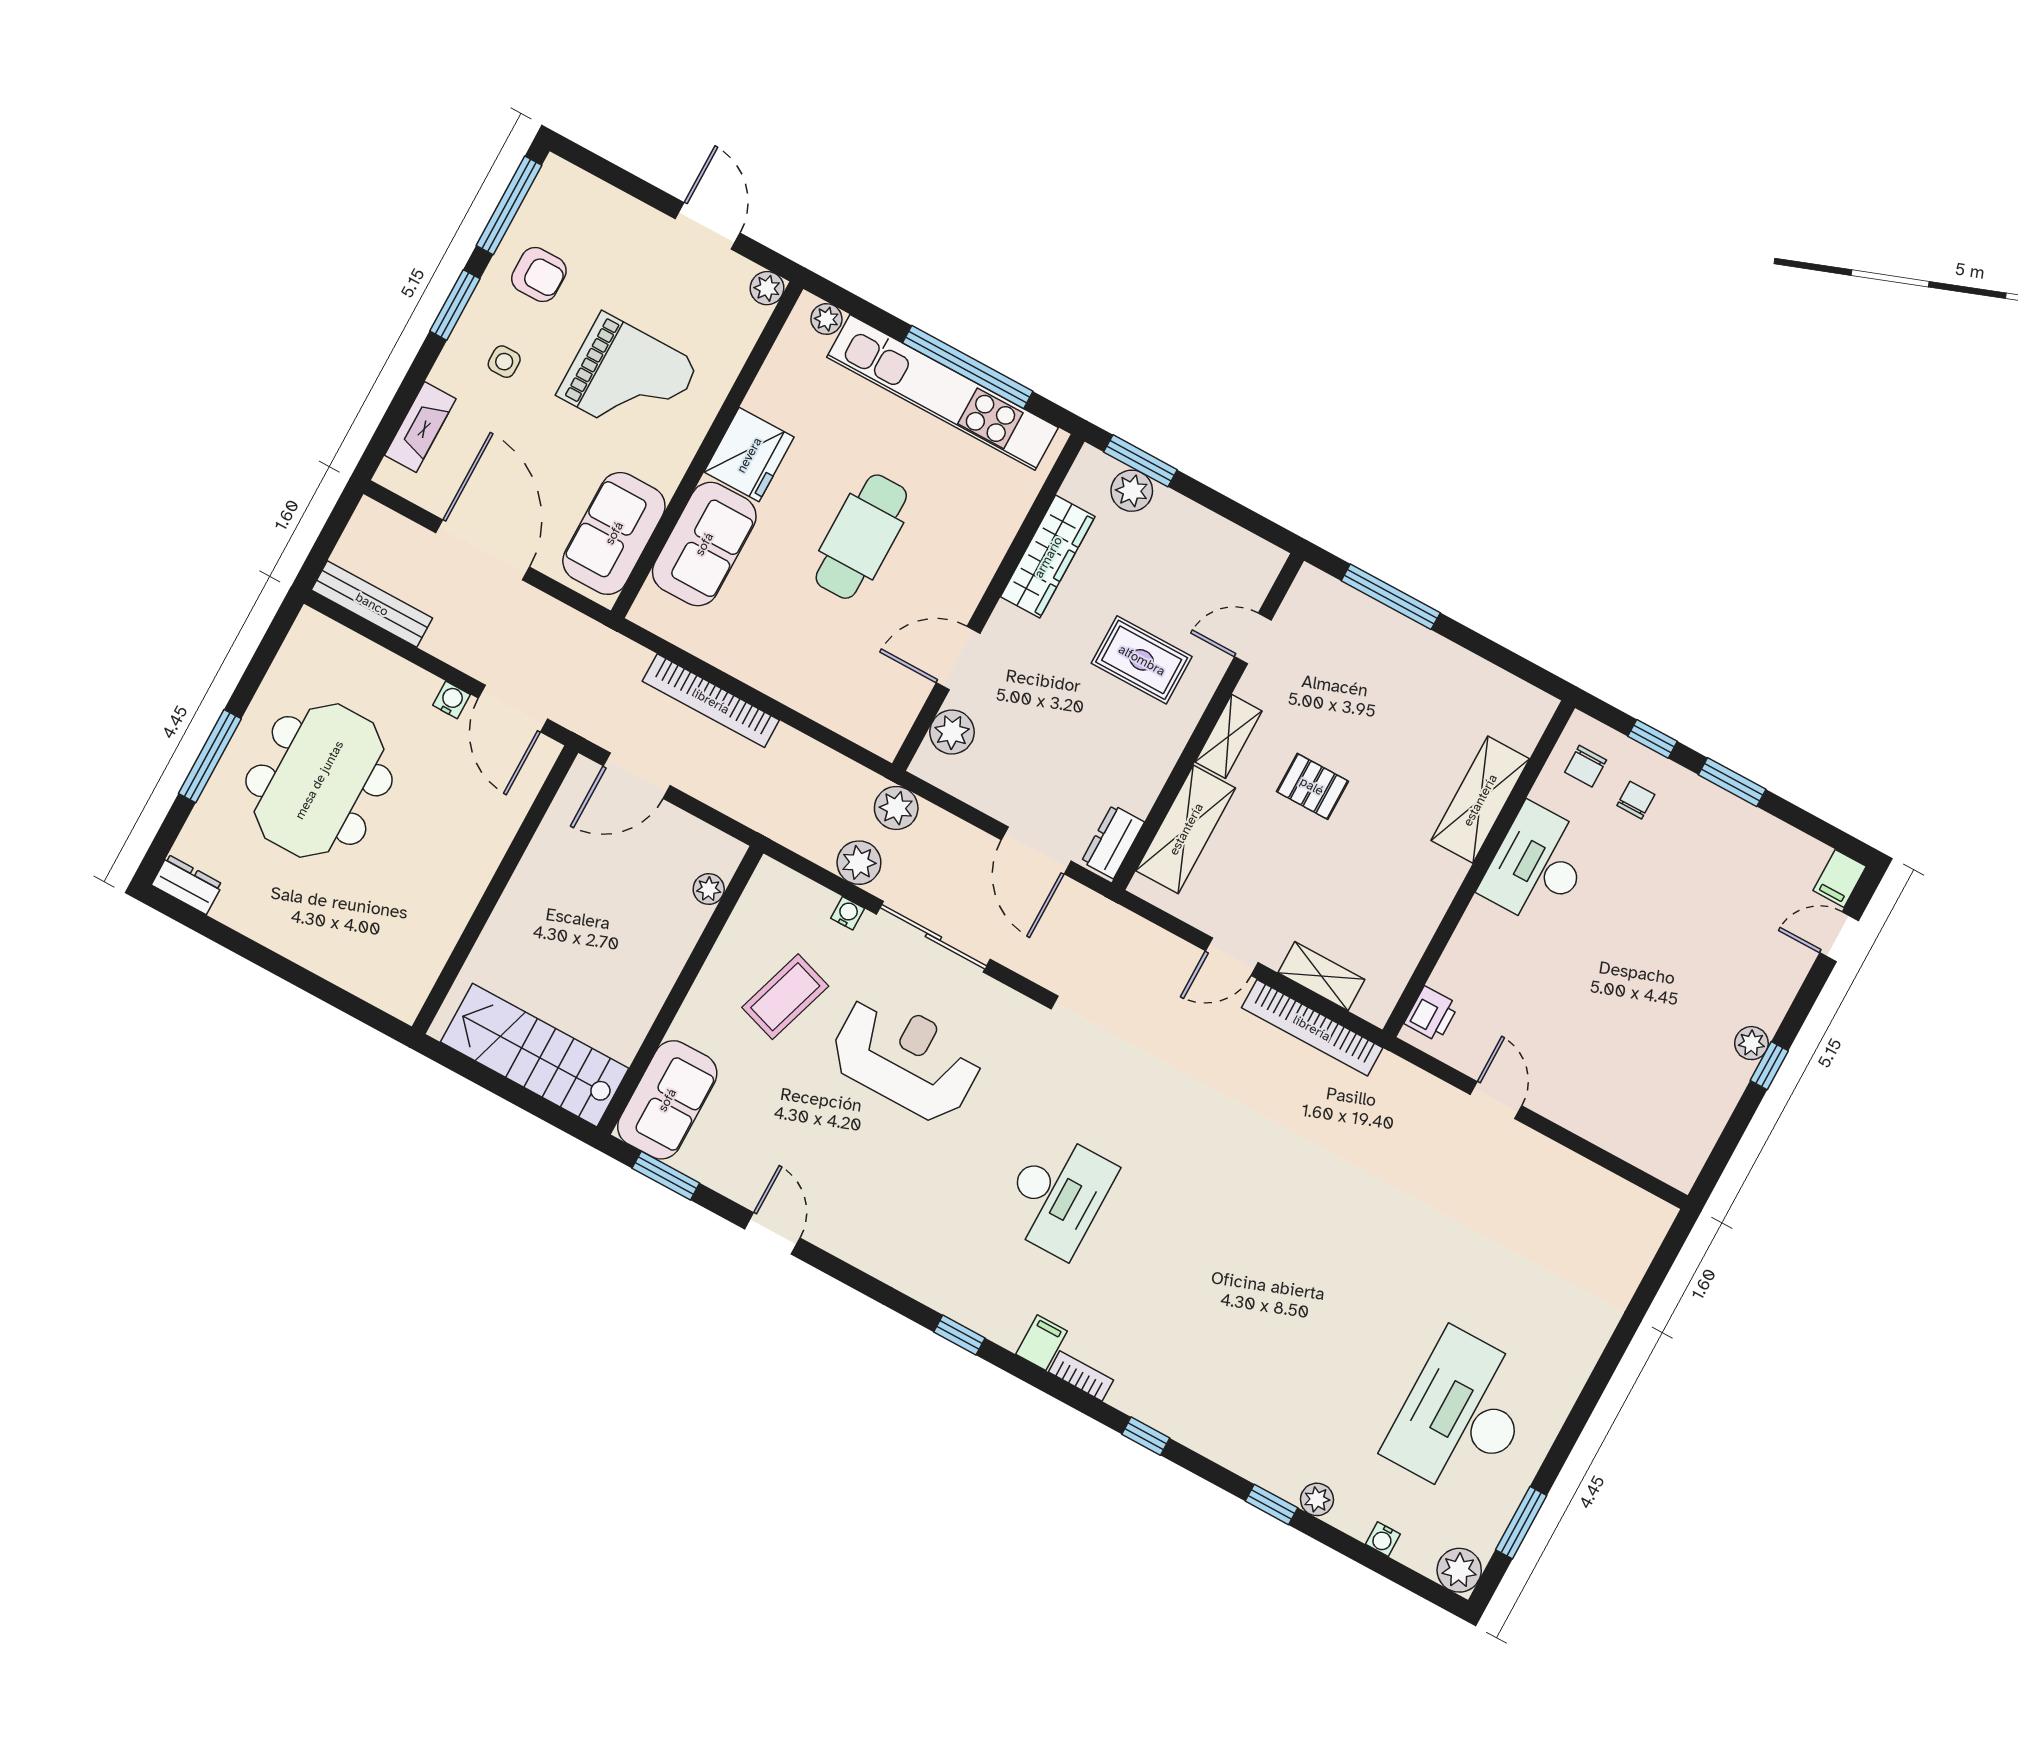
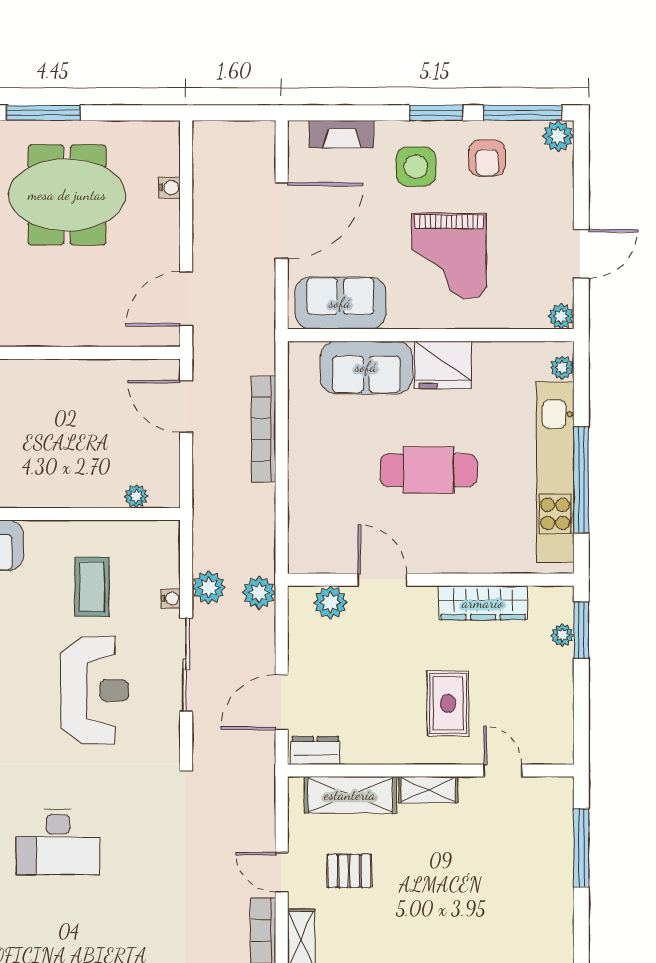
plant: (558, 179) -> (558, 136), added
side table: (504, 362) -> (416, 167), width x1.87, depth x1.87
plant: (1132, 491) -> (562, 635), width x0.73, depth x0.73
bench: (372, 604) -> (205, 166), removed
water cooler: (451, 700) -> (169, 188), moved
pallet: (1312, 786) -> (349, 871), moved, turned 90
coffee table: (785, 997) -> (92, 587), turned 72

